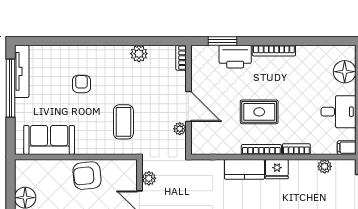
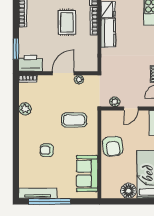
printer: (235, 57) -> (30, 63), moved, turned -90

